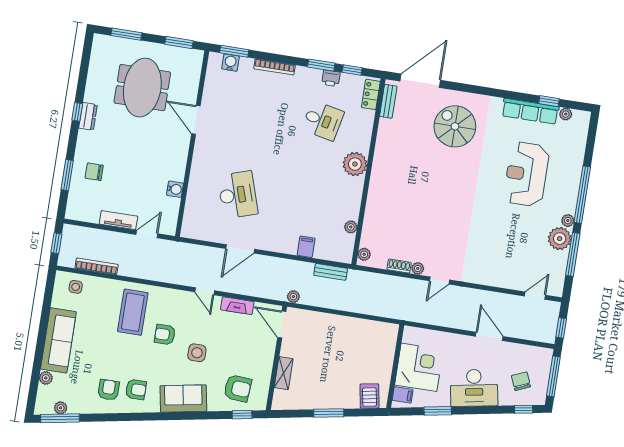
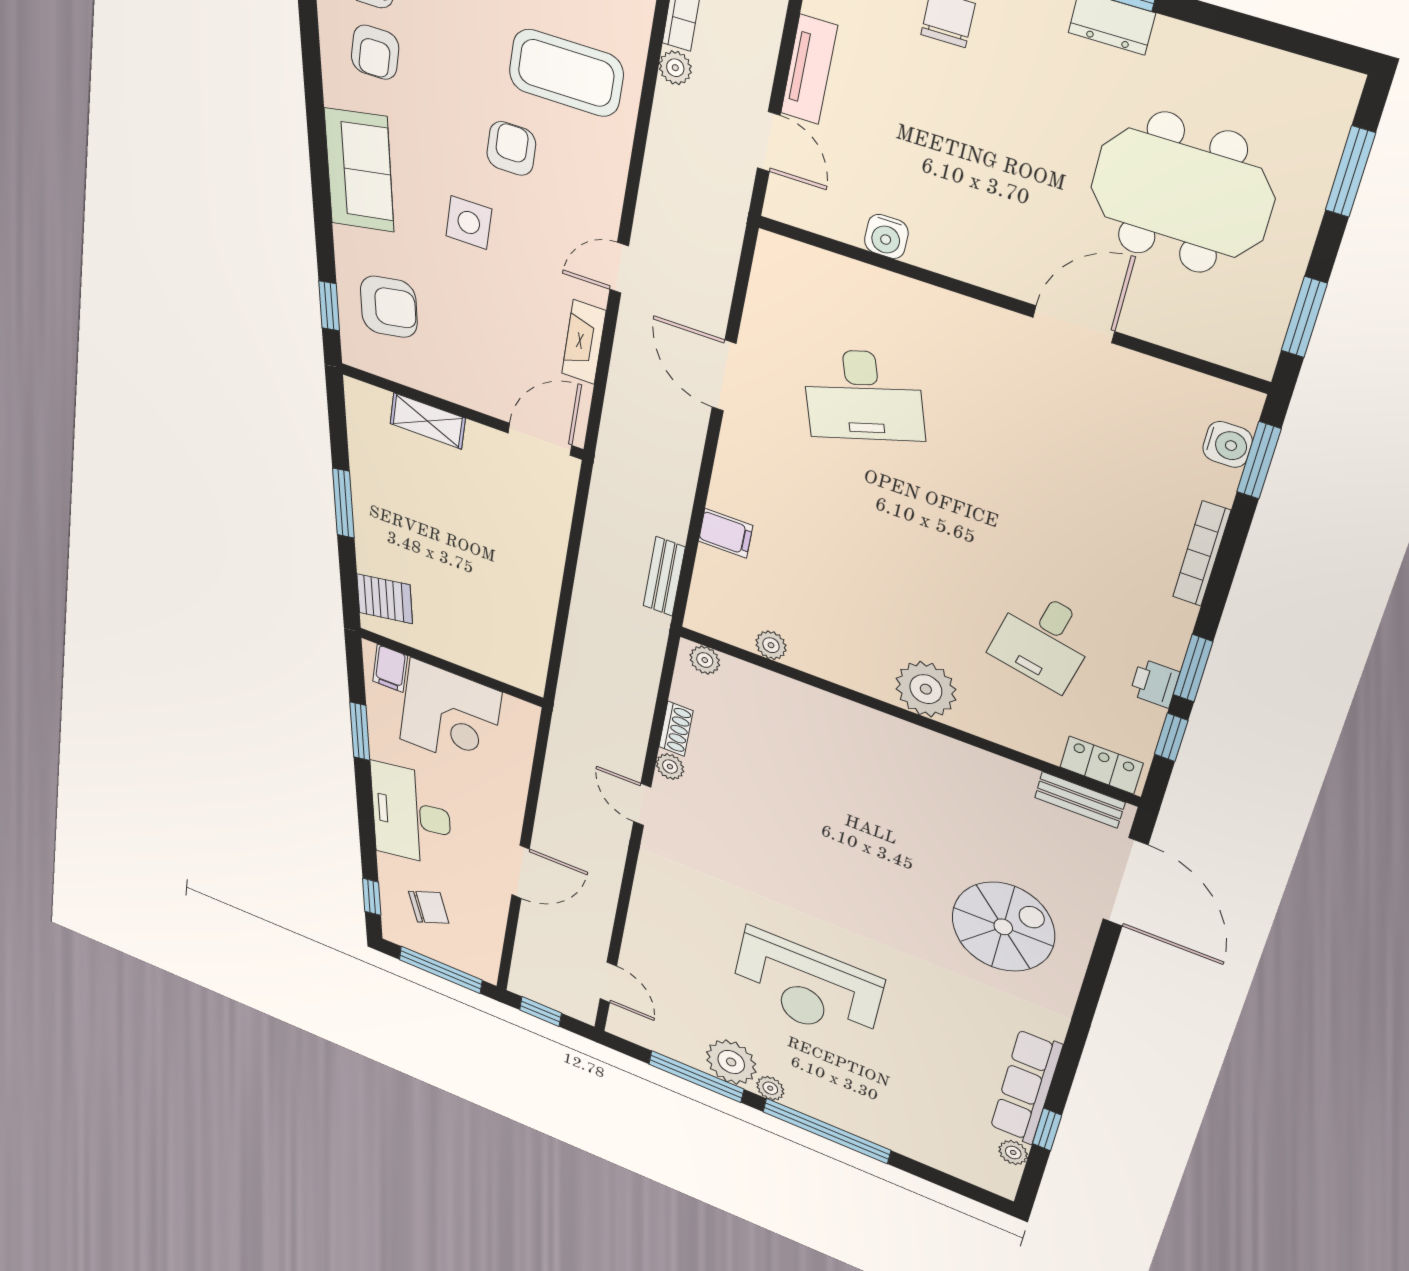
reception desk: (526, 174) -> (807, 987), moved, turned 180
plant: (293, 297) -> (675, 68), moved
armchair: (238, 388) -> (389, 307), turned -104

